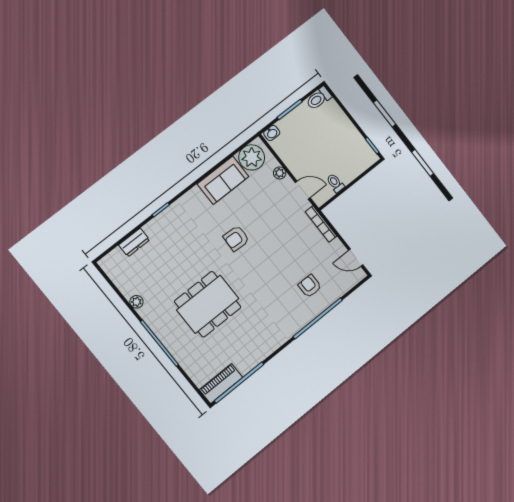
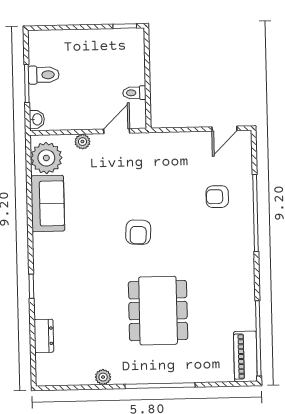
toilet: (319, 98) -> (44, 75), moved, turned -90
bookcase: (321, 224) -> (164, 138), removed
armchair: (236, 238) -> (138, 232), moved

